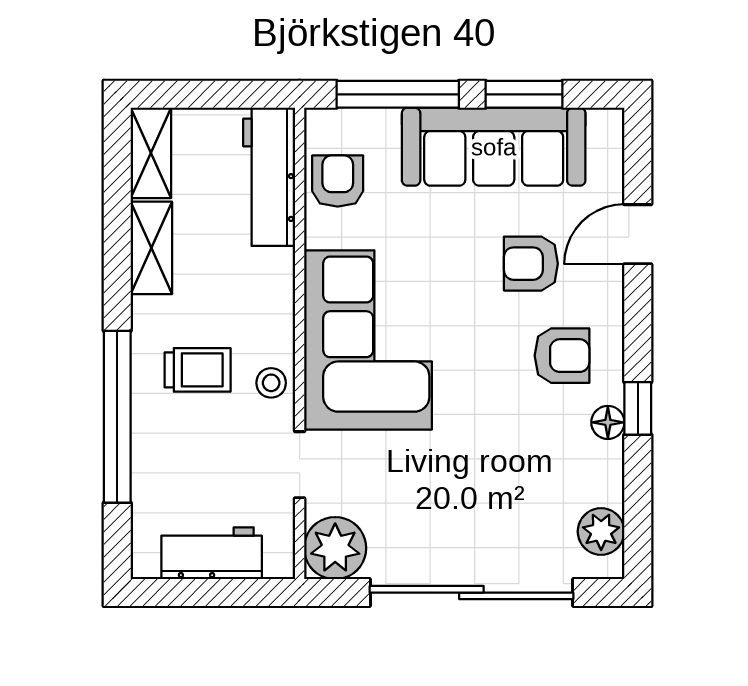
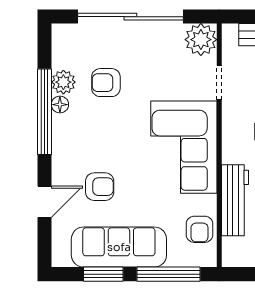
workbench: (269, 177) -> (235, 200), moved
armchair: (562, 356) -> (106, 83), moved
stool: (271, 383) -> (234, 125), removed
window: (638, 408) -> (44, 112), width x3.17
plant: (601, 532) -> (63, 82), moved

